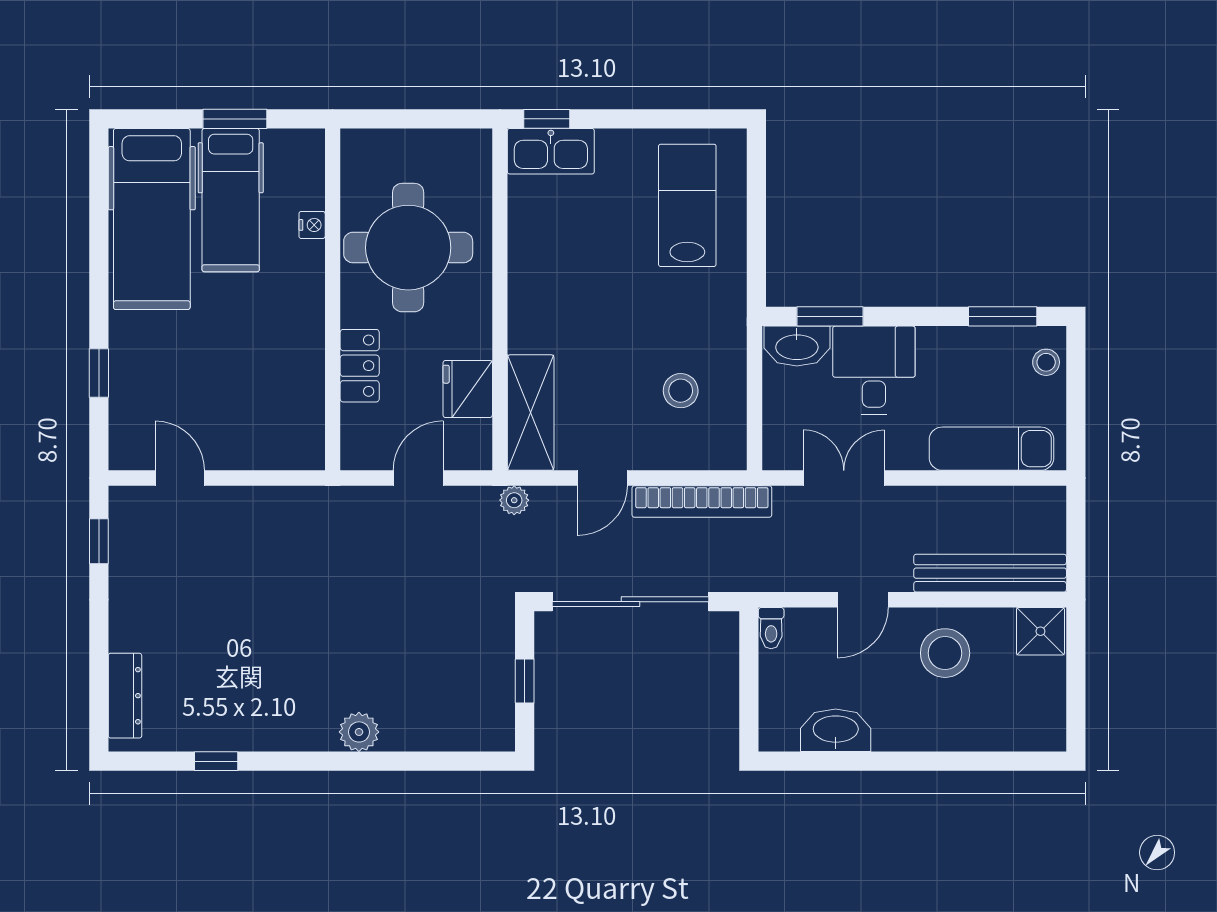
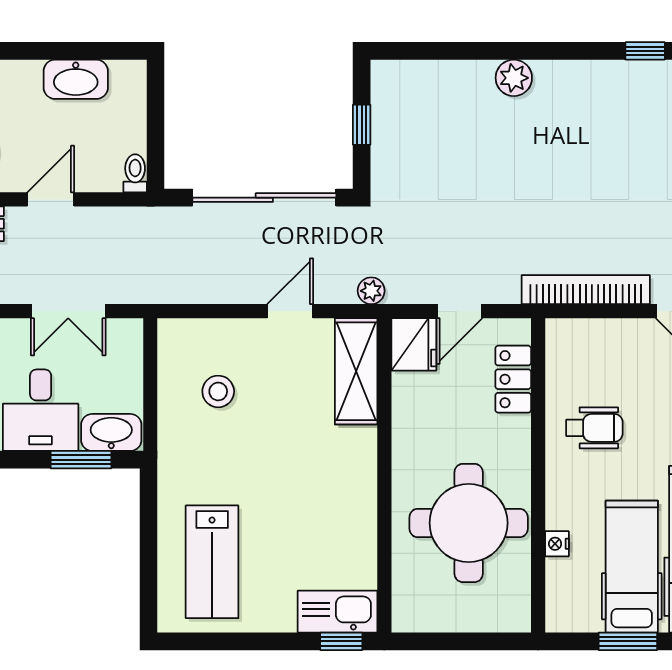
wheelchair: (271, 351) -> (594, 428), added
locker: (360, 366) -> (513, 379), moved
fridge: (468, 389) -> (414, 344), moved
bookcase: (702, 501) -> (586, 290), moved

